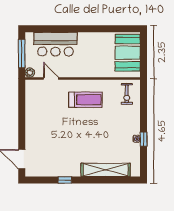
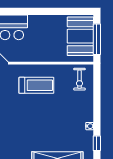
window: (143, 56) -> (97, 39), added
window: (143, 139) -> (97, 143), moved

